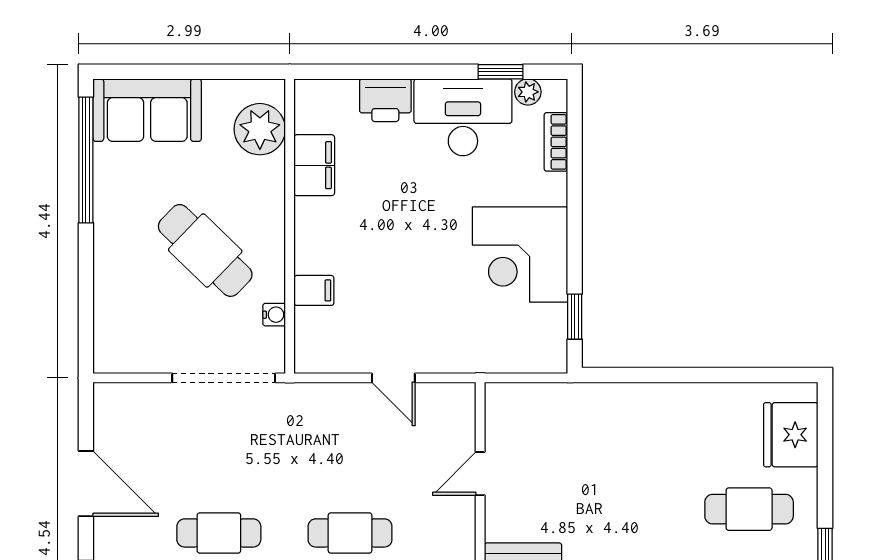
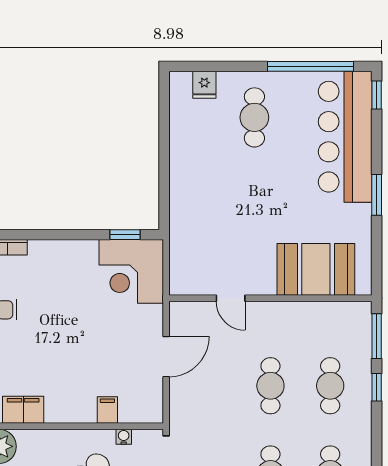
corner desk: (520, 255) -> (131, 271), moved, turned 90
door: (393, 378) -> (166, 357), width x1.38
fridge: (791, 435) -> (204, 85), width x0.53, depth x0.75

